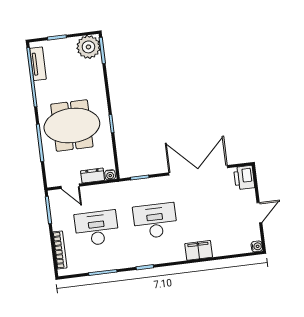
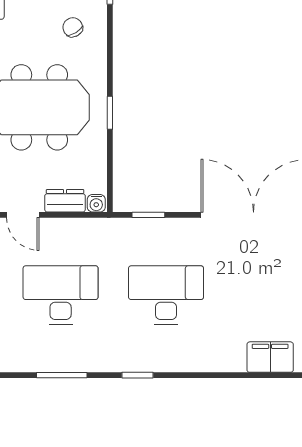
chair: (85, 79) -> (73, 27), added
filing cabinet: (199, 250) -> (270, 357), moved

